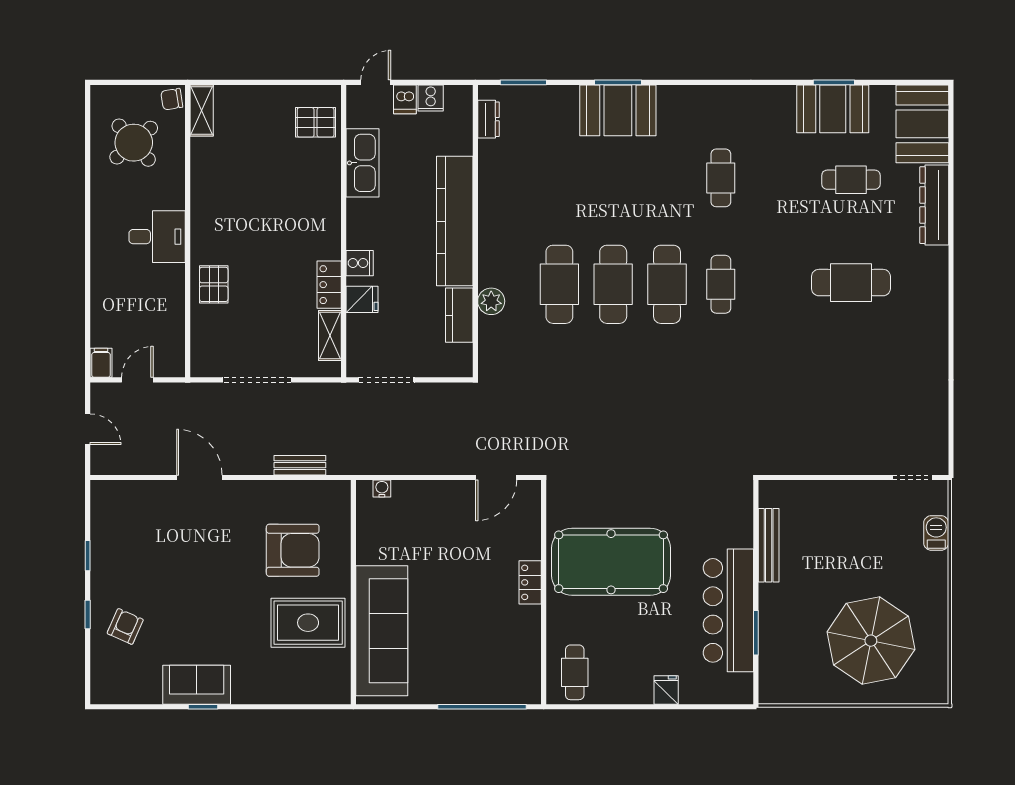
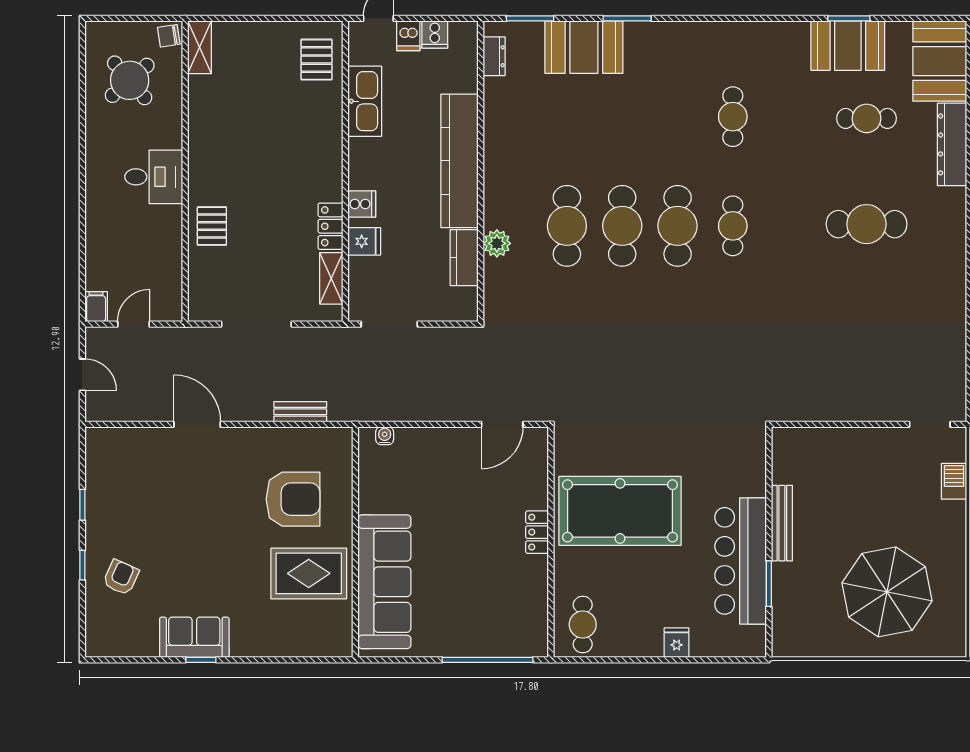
booth: (618, 110) -> (584, 47), moved
pallet: (316, 122) -> (316, 60), turned 90
bench: (769, 545) -> (782, 523), moved

